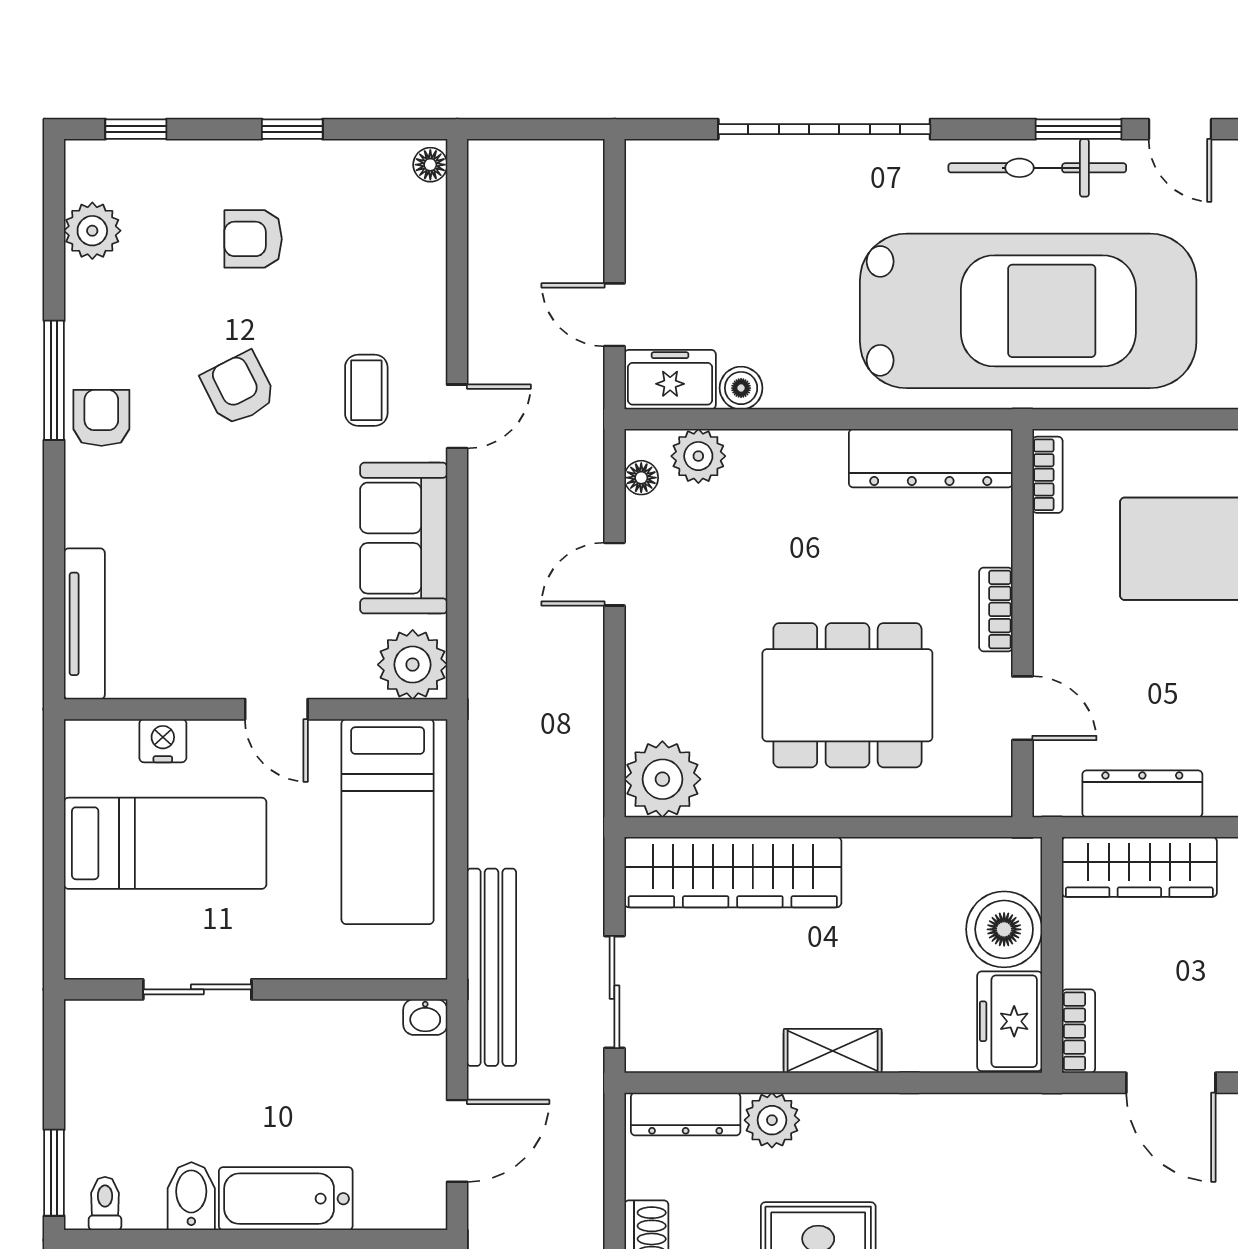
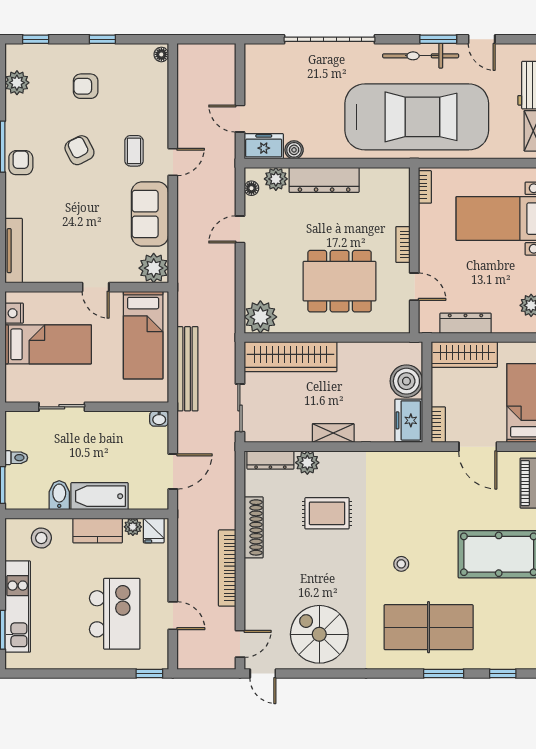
dresser: (931, 458) -> (324, 180), moved
nightstand: (163, 741) -> (14, 313), moved, turned -90
bench: (492, 967) -> (187, 369), moved
toilet: (105, 1204) -> (16, 458), moved, turned 90

